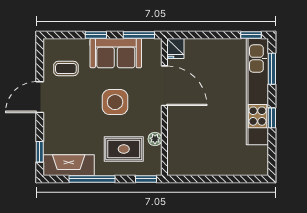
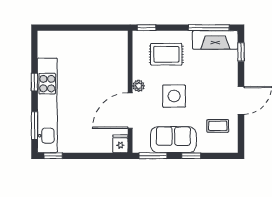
door: (164, 86) -> (130, 111), hinge flipped
plant: (155, 139) -> (139, 86), moved
window: (92, 179) -> (209, 28), moved

